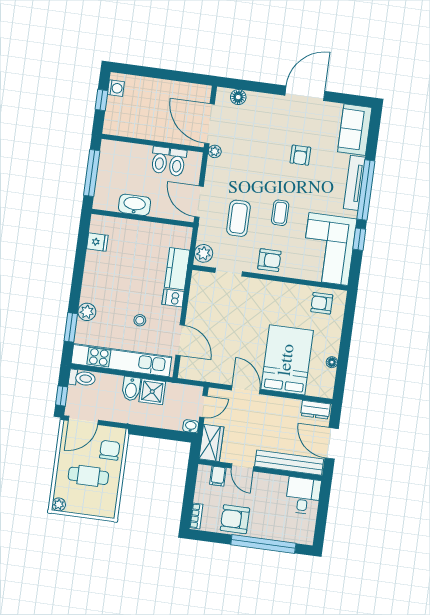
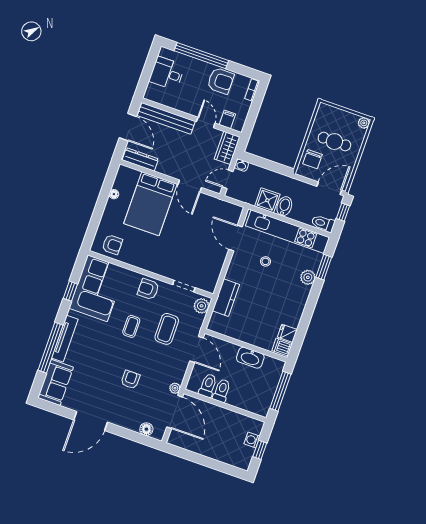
washing machine: (116, 88) -> (252, 440), moved
armchair: (300, 155) -> (130, 380), moved
window: (366, 190) -> (51, 348), moved
dishwasher: (173, 298) -> (282, 347), moved, turned 180
dresser: (315, 410) -> (140, 159), width x1.44
desk: (303, 496) -> (167, 73), moved, turned 90

